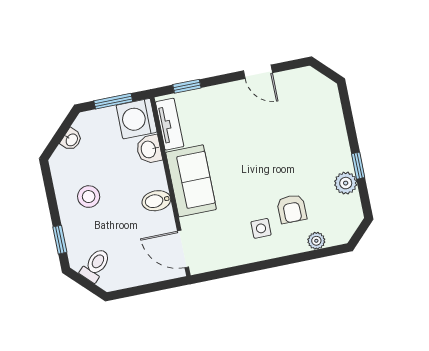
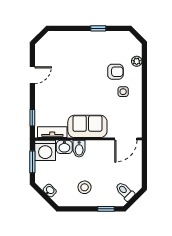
plant: (346, 183) -> (107, 38), removed
bidet: (156, 201) -> (79, 149), moved

